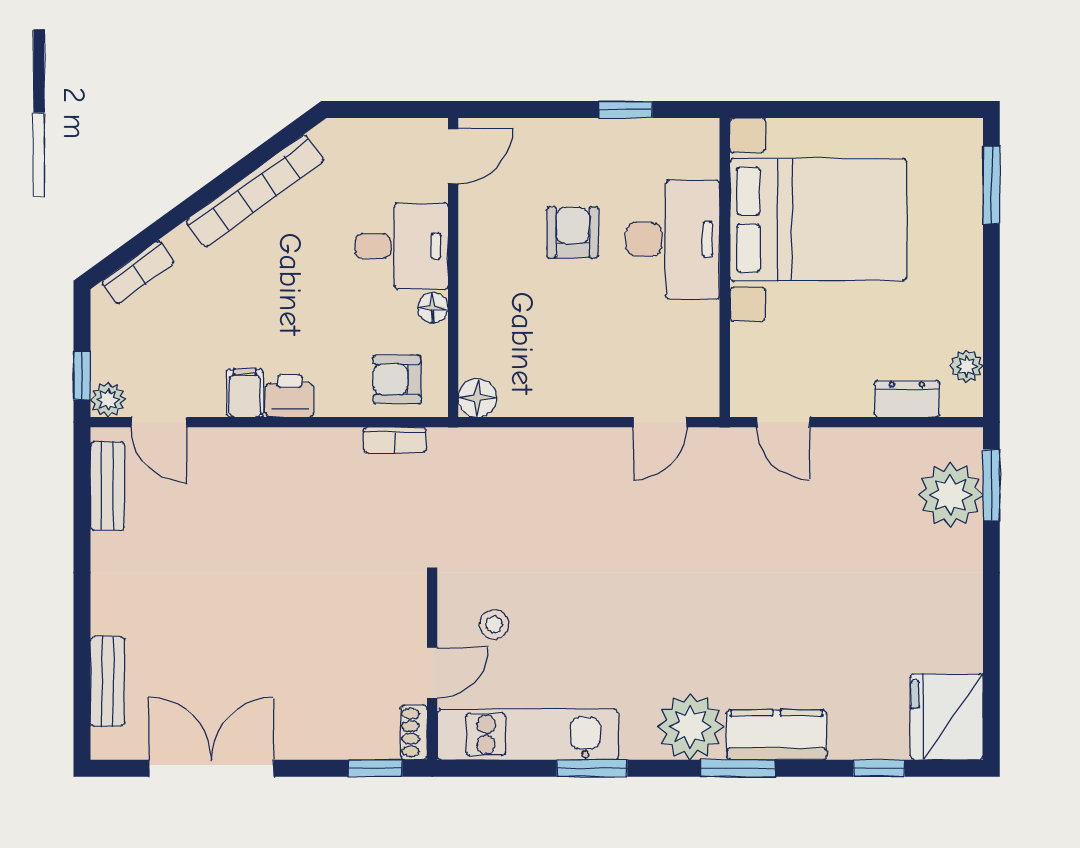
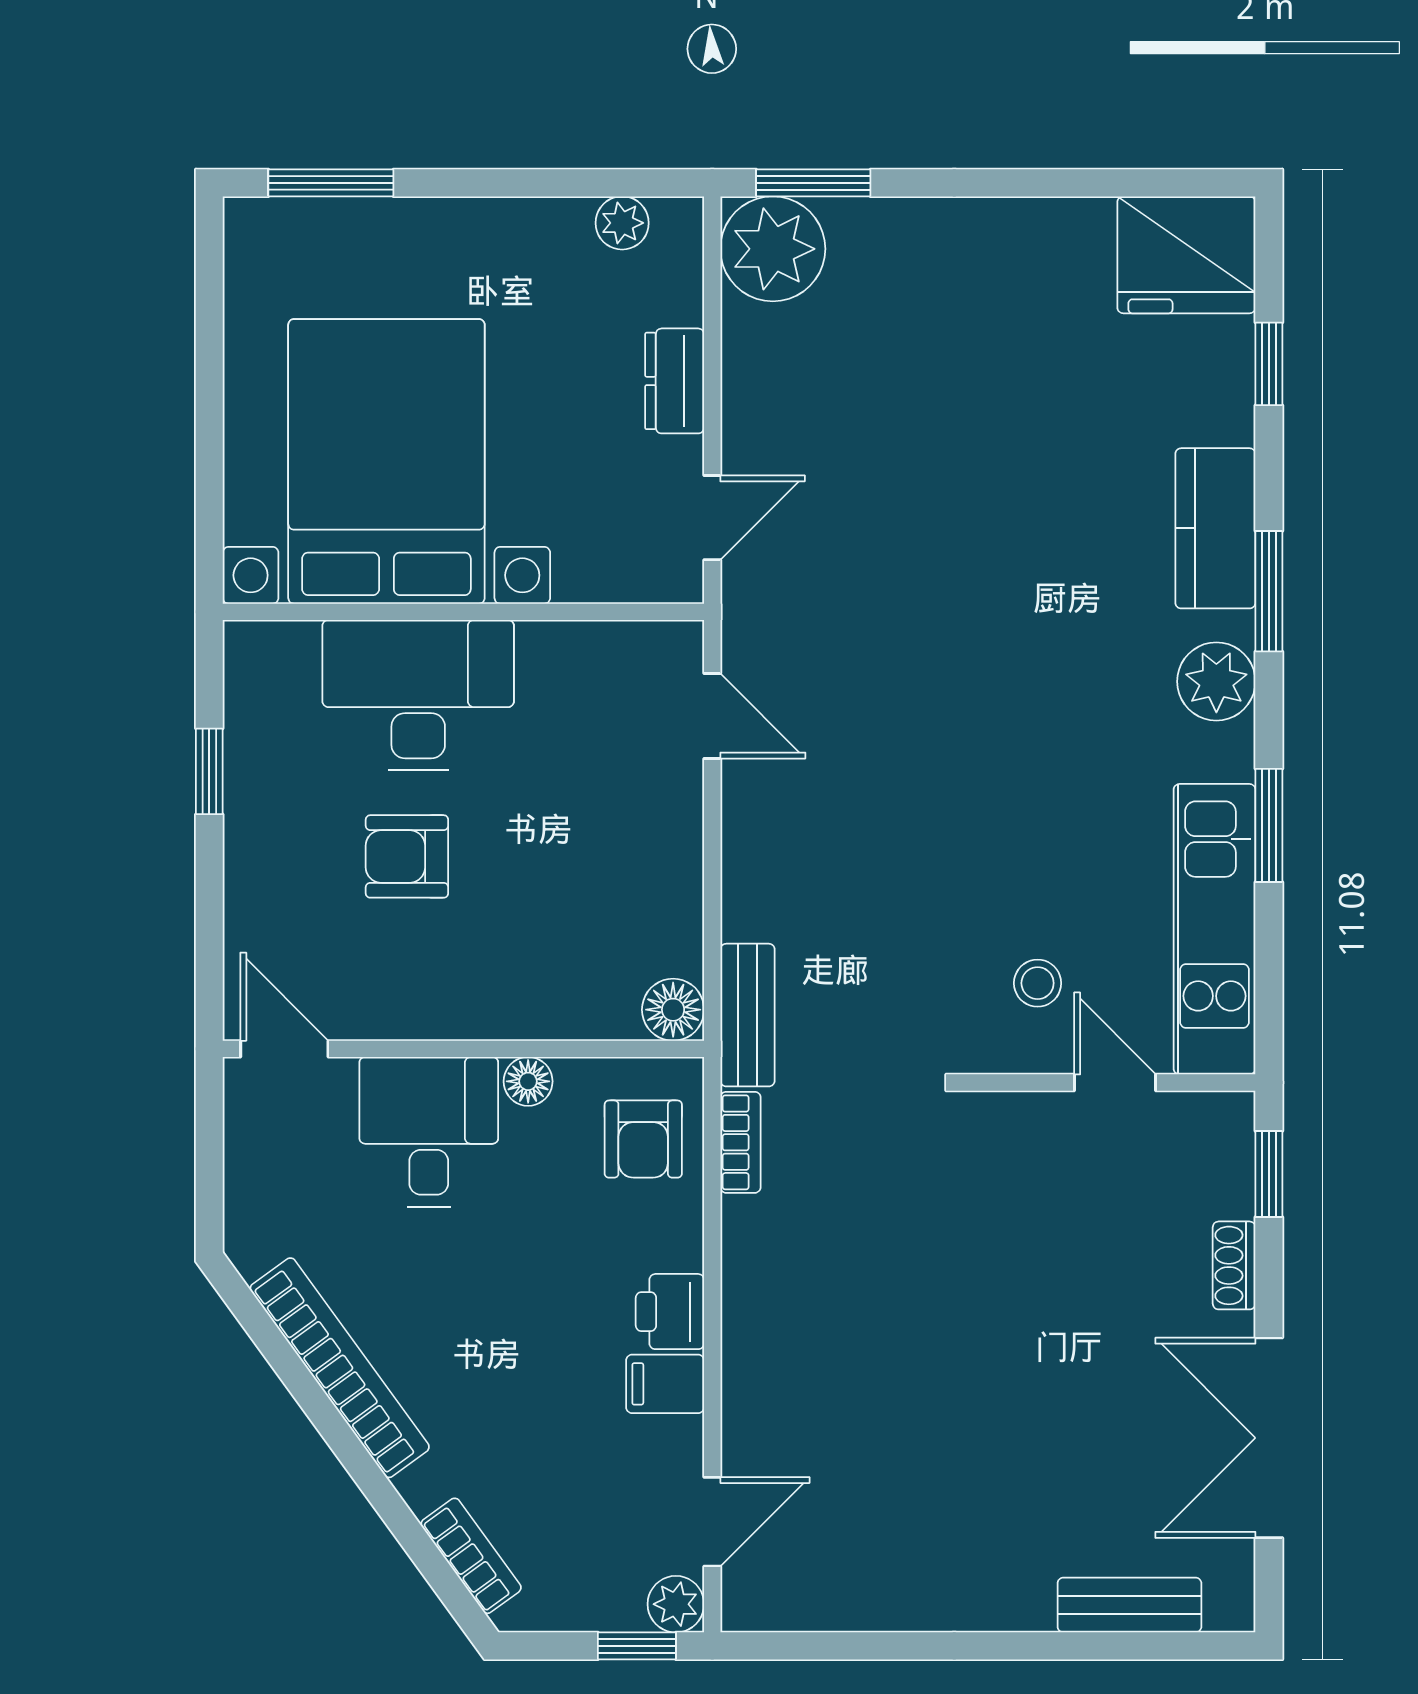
dresser: (907, 399) -> (675, 381), moved
bench: (107, 486) -> (748, 1015), moved, turned 90
plant: (950, 495) -> (773, 249), moved
plant: (690, 727) -> (1216, 681), width x0.73, depth x0.73
shoe rack: (414, 732) -> (1234, 1265), moved, turned 90

